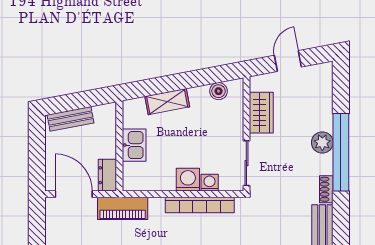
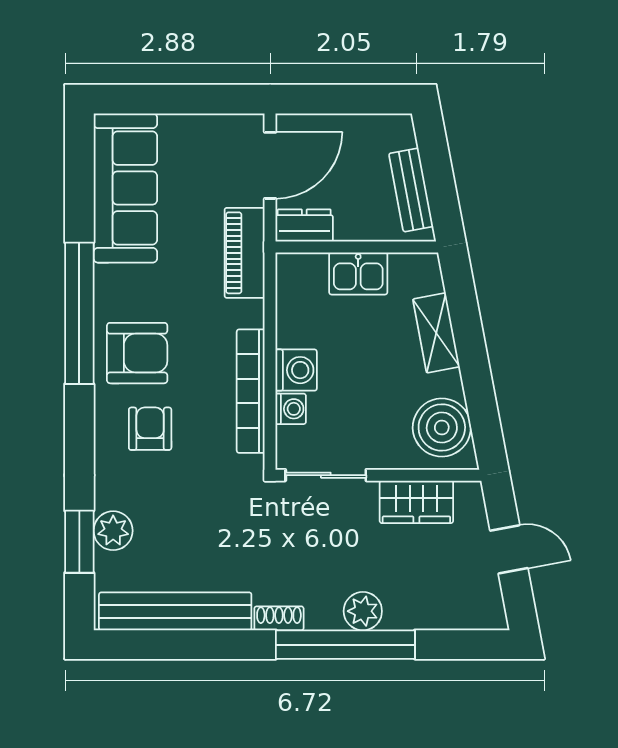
boiler: (219, 91) -> (442, 427), width x1.86, depth x1.86
bench: (70, 119) -> (411, 190), moved

